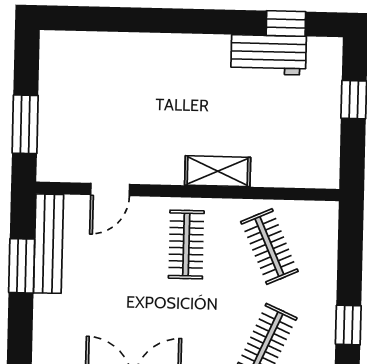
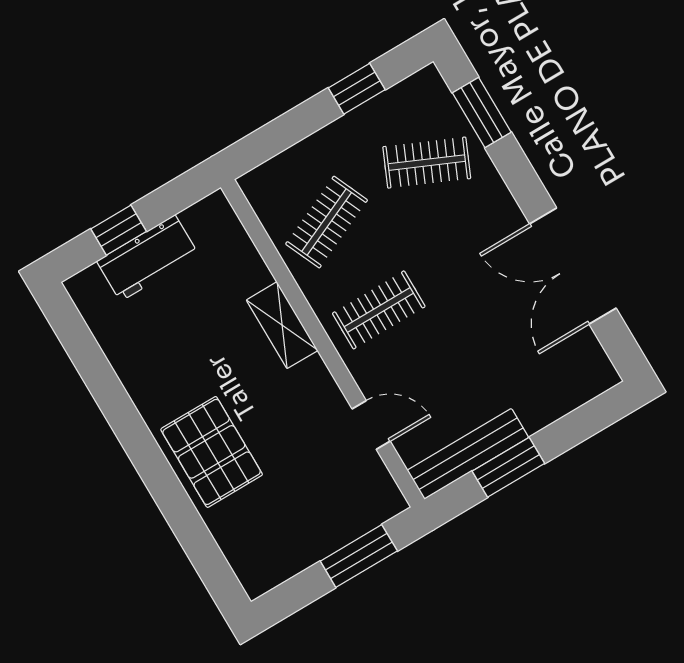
window: (286, 24) -> (84, 350), removed
workbench: (269, 55) -> (148, 258), moved, turned 90
pallet: (161, 68) -> (212, 452), added

